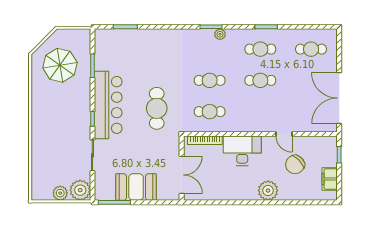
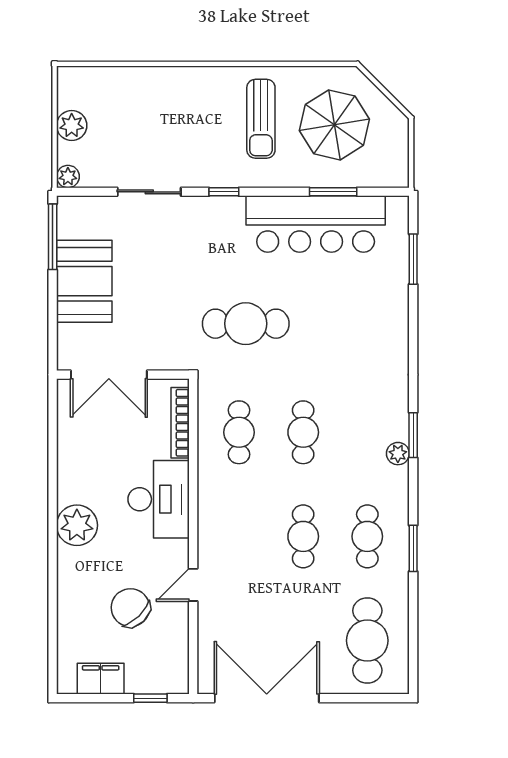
cafe table: (311, 49) -> (367, 641), width x1.37, depth x1.35
sun lounger: (57, 101) -> (261, 119), added
bar counter: (108, 105) -> (316, 224), moved
plant: (80, 190) -> (68, 176), width x0.53, depth x0.53
plant: (268, 191) -> (77, 525), moved

